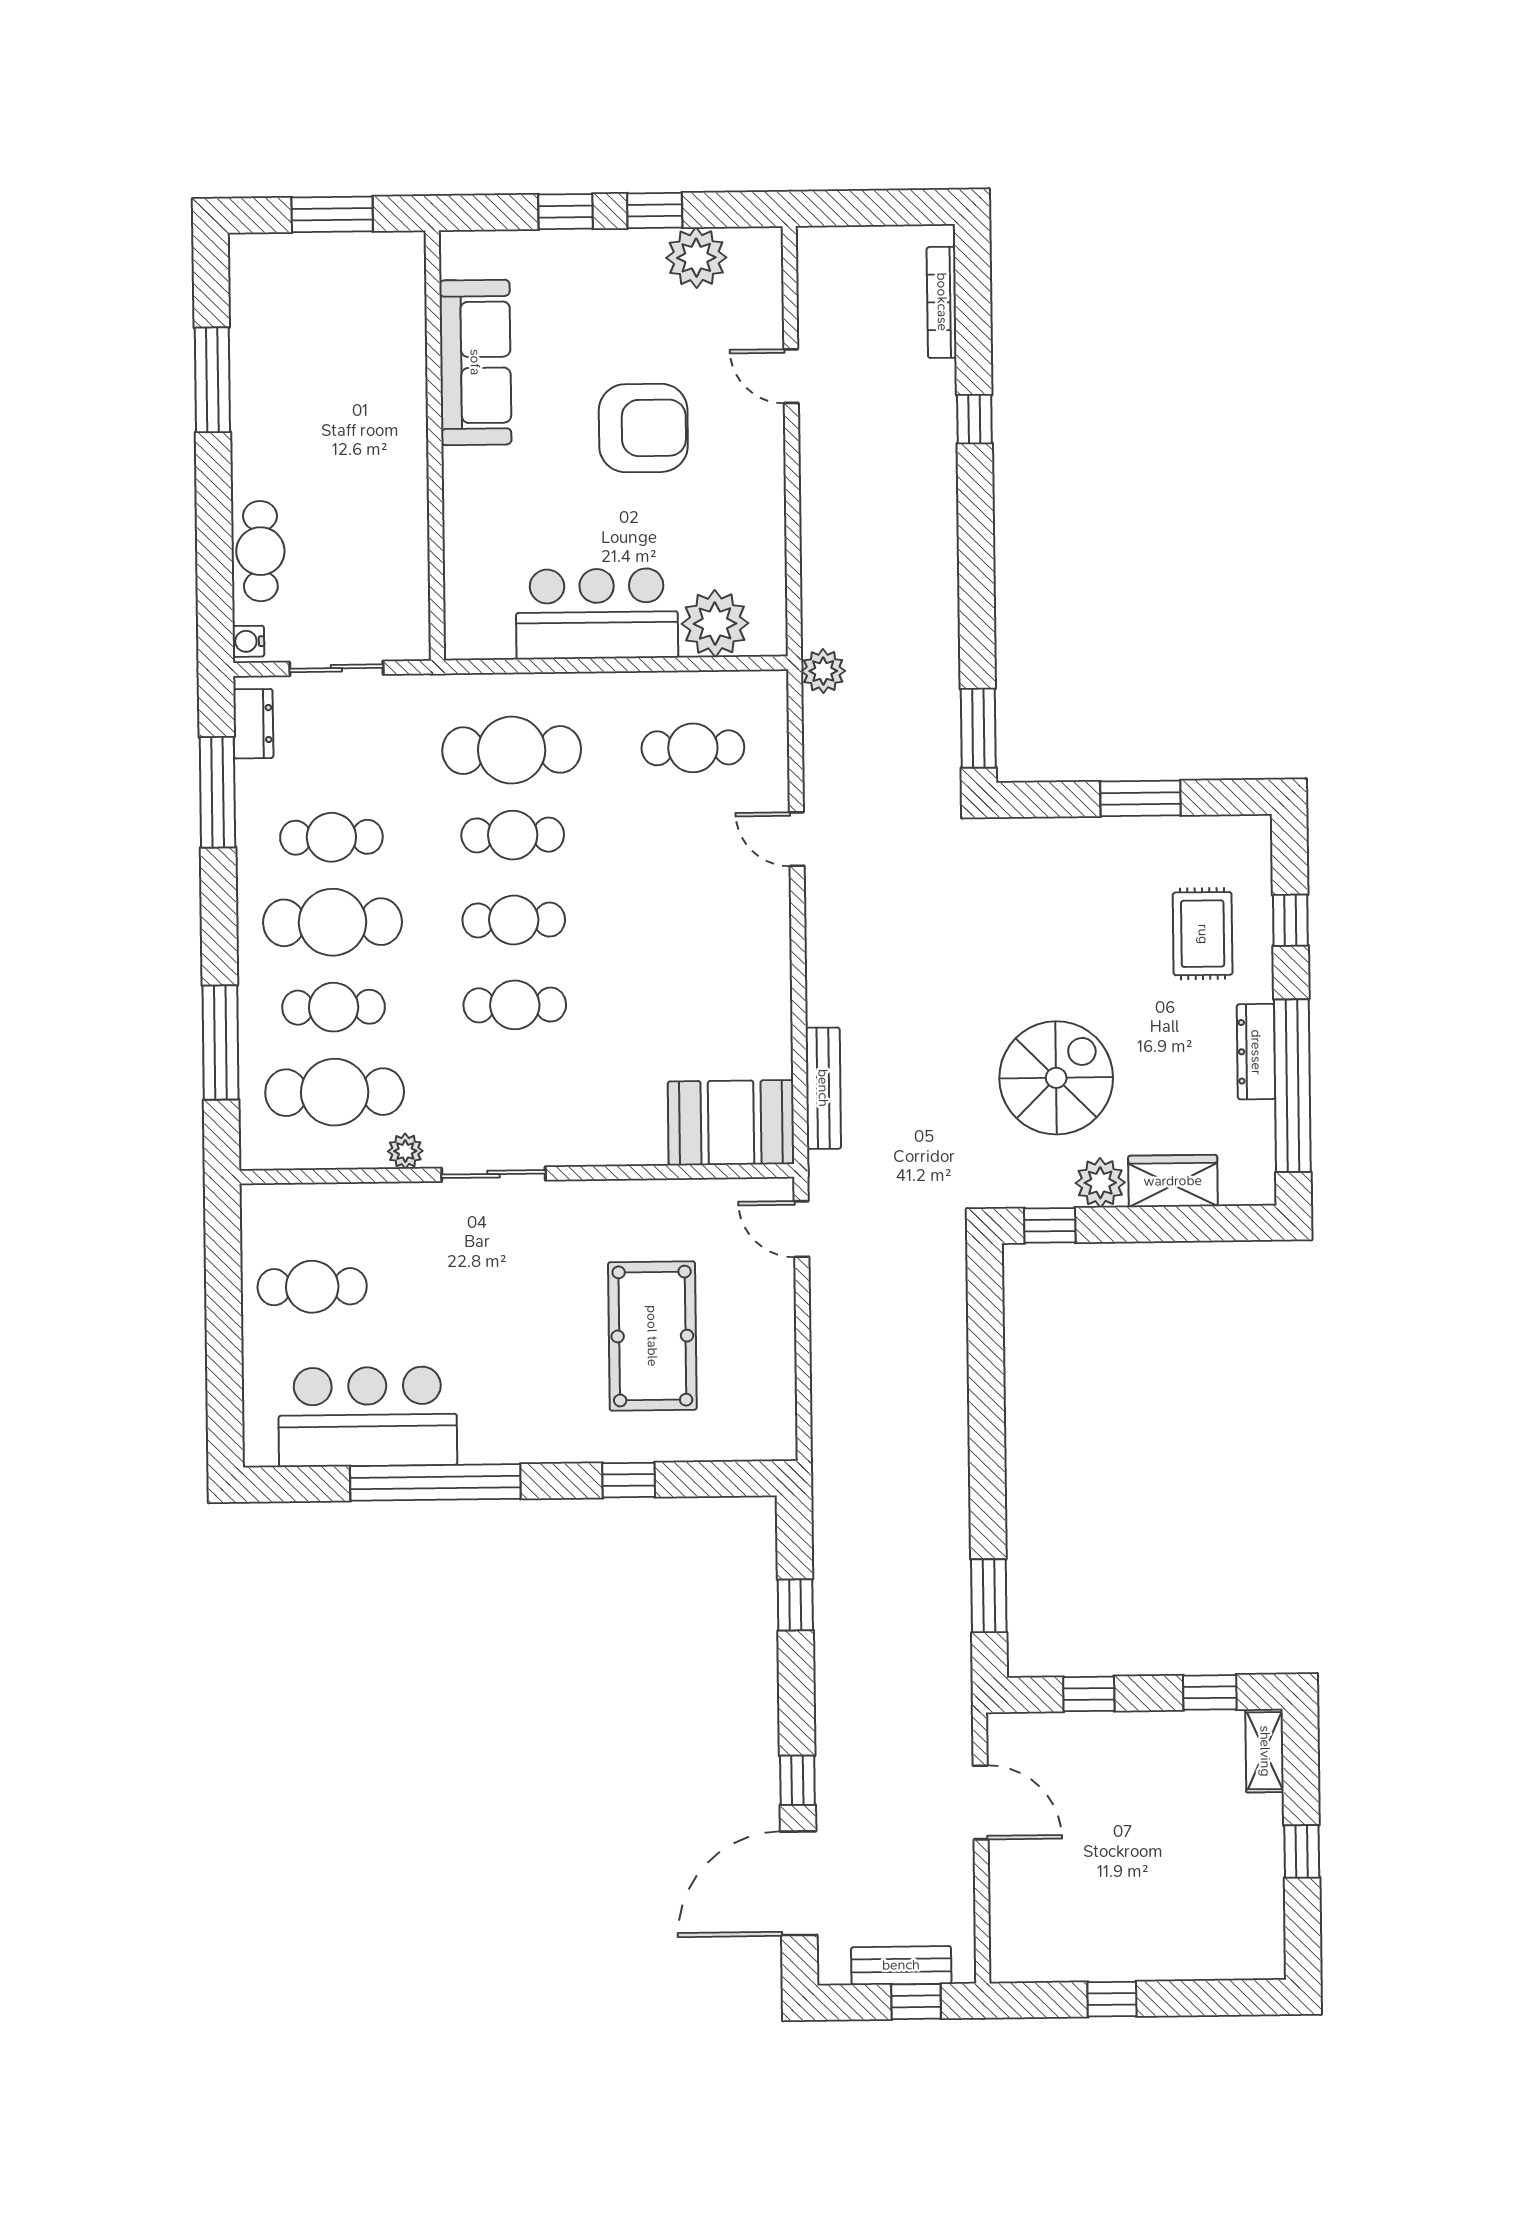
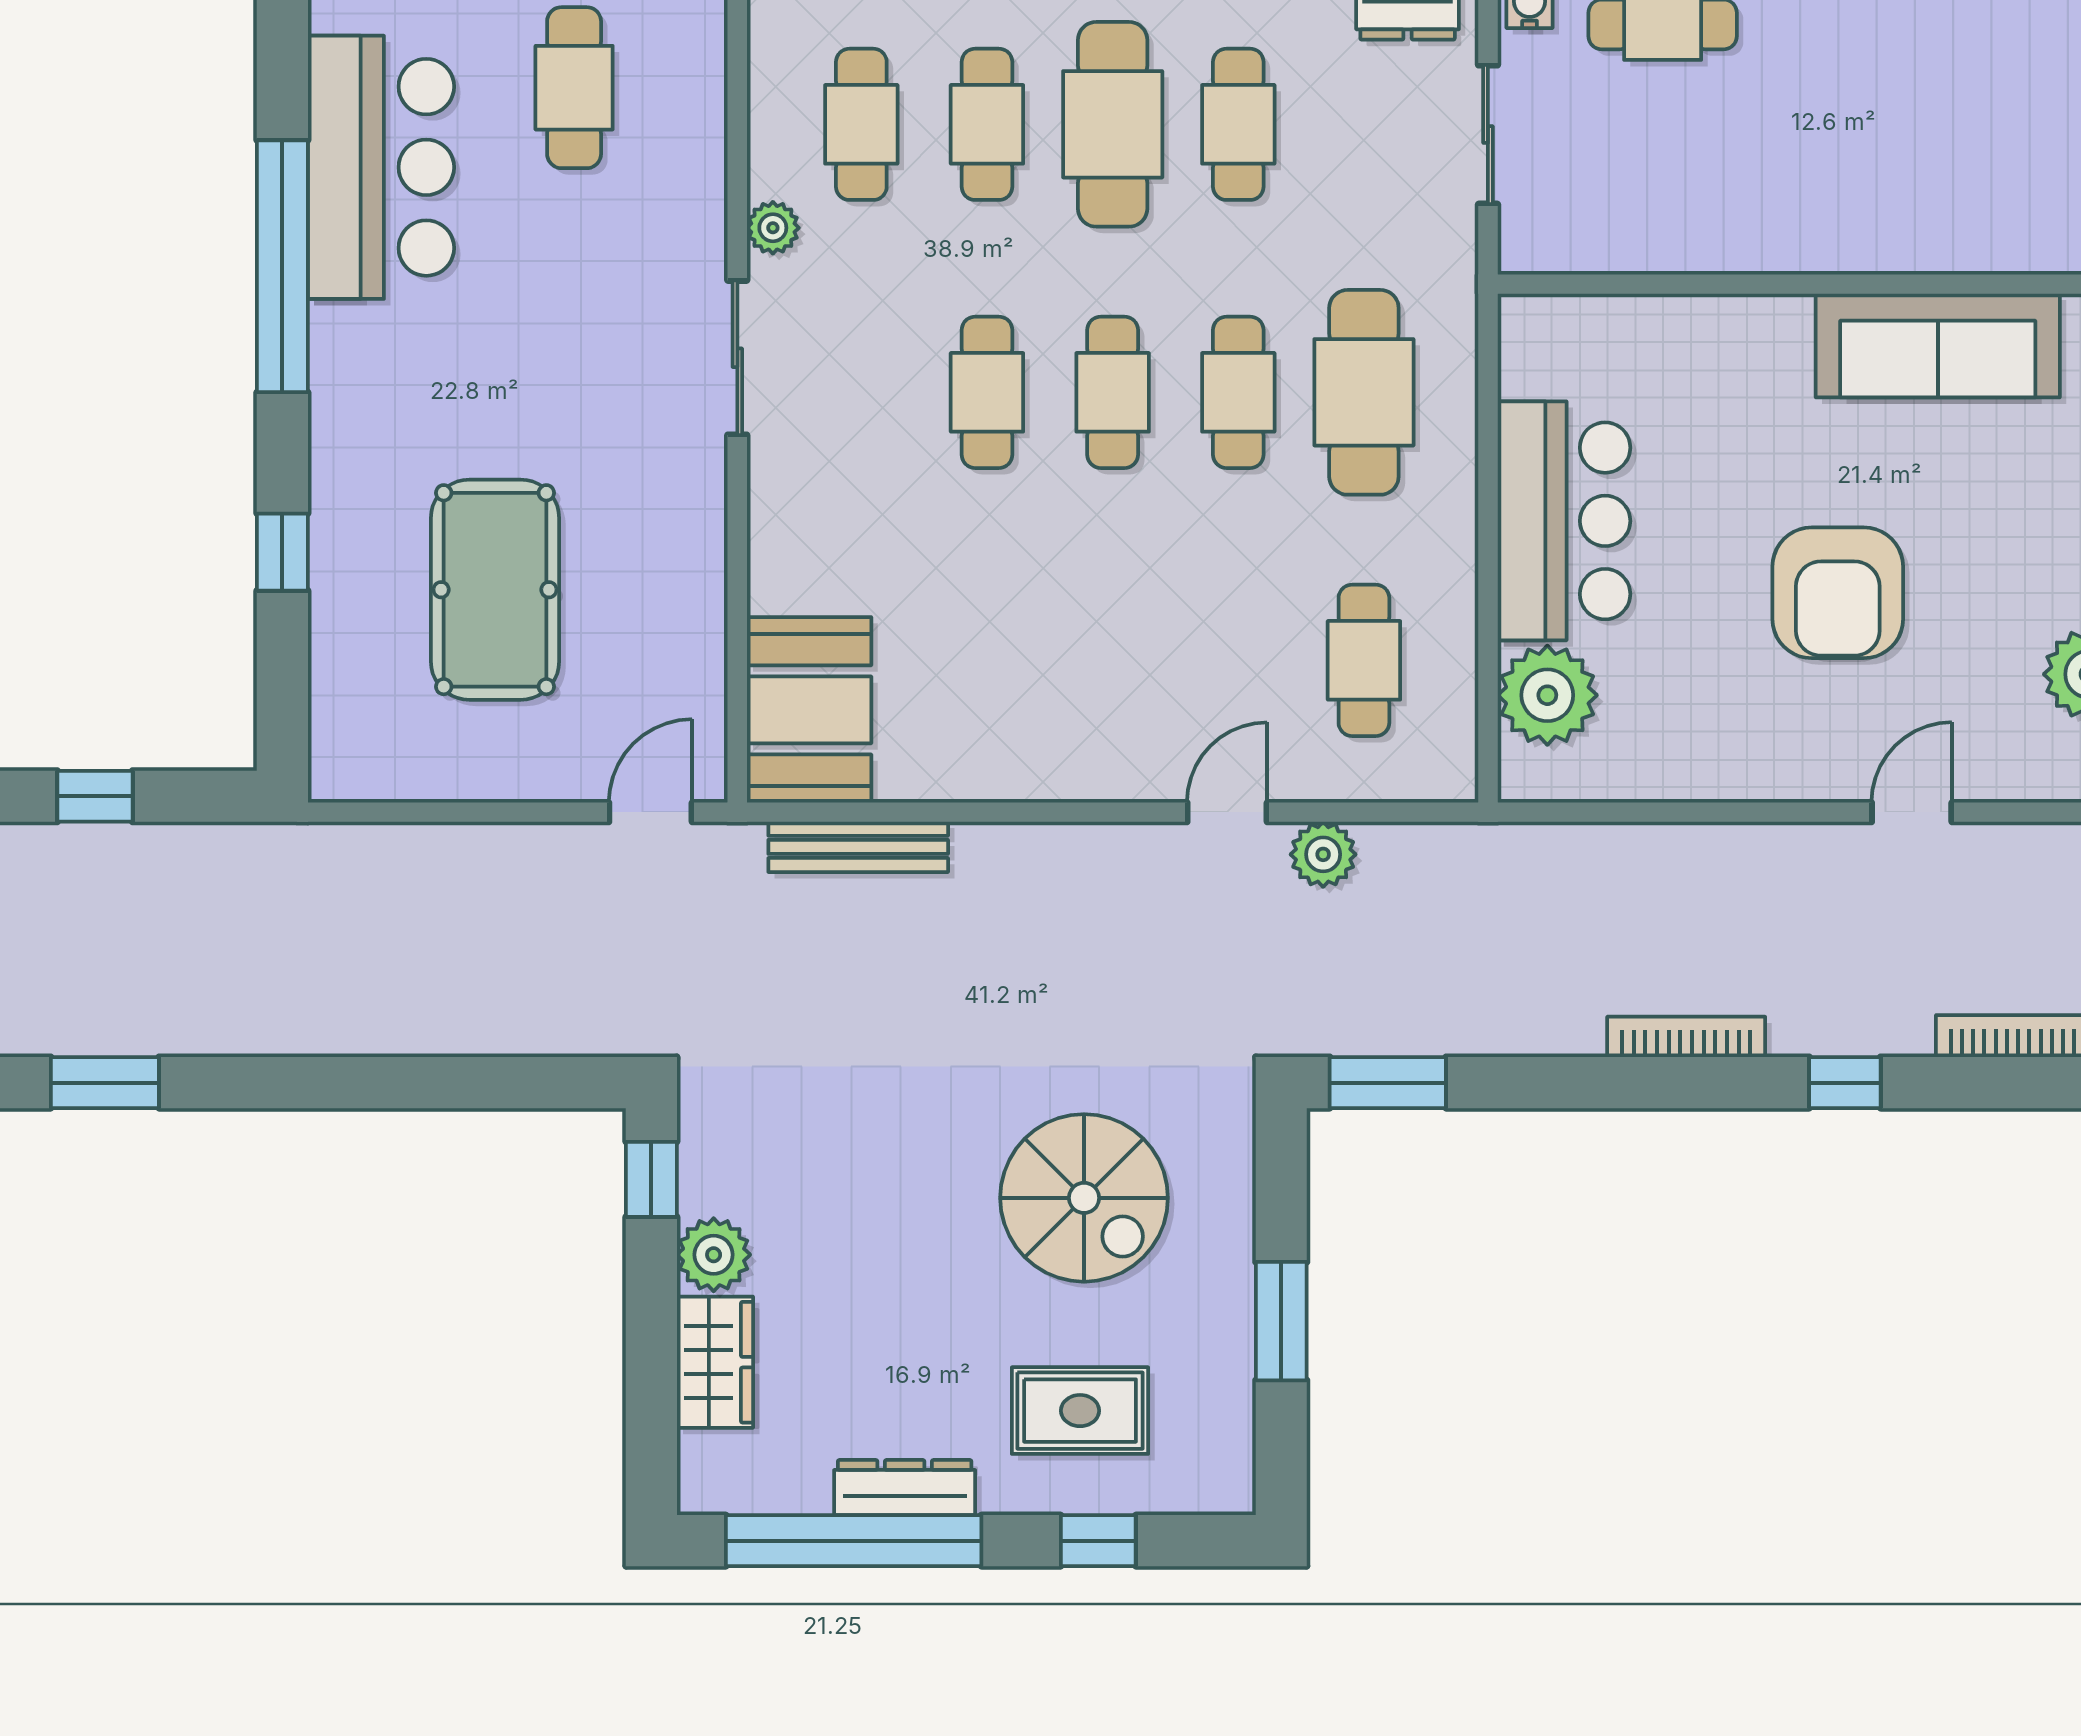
bookcase: (945, 527) -> (1686, 1037), added
plant: (823, 671) -> (1323, 854), moved
spiral stairs: (1056, 1078) -> (1084, 1198), moved
cafe table: (335, 1092) -> (861, 124), width x0.73, depth x0.74
pool table: (652, 1336) -> (495, 590), turned 90

